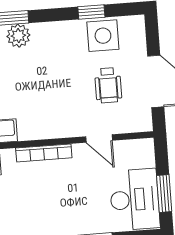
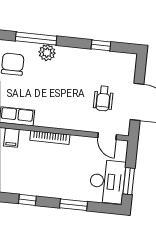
side table: (103, 36) -> (106, 63), removed
door: (99, 138) -> (107, 136), moved

